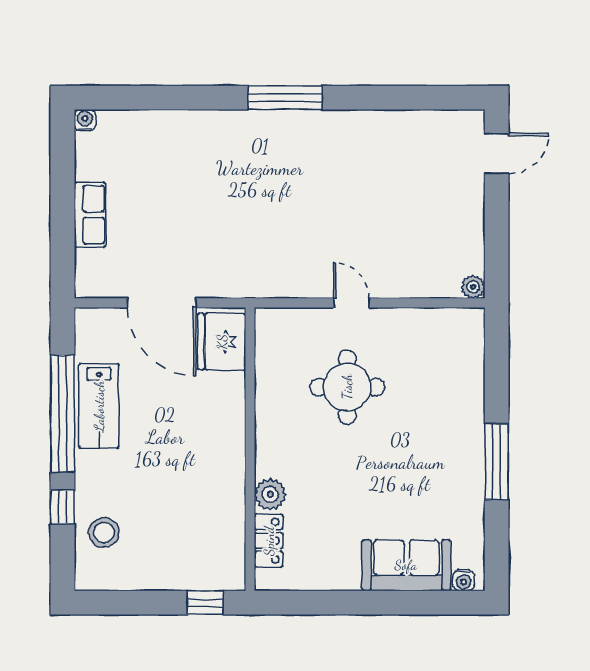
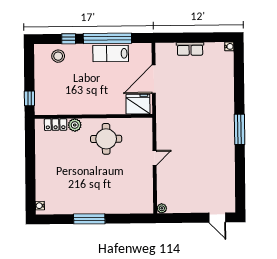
round table: (347, 387) -> (106, 139), moved
sofa: (406, 565) -> (46, 182), removed

